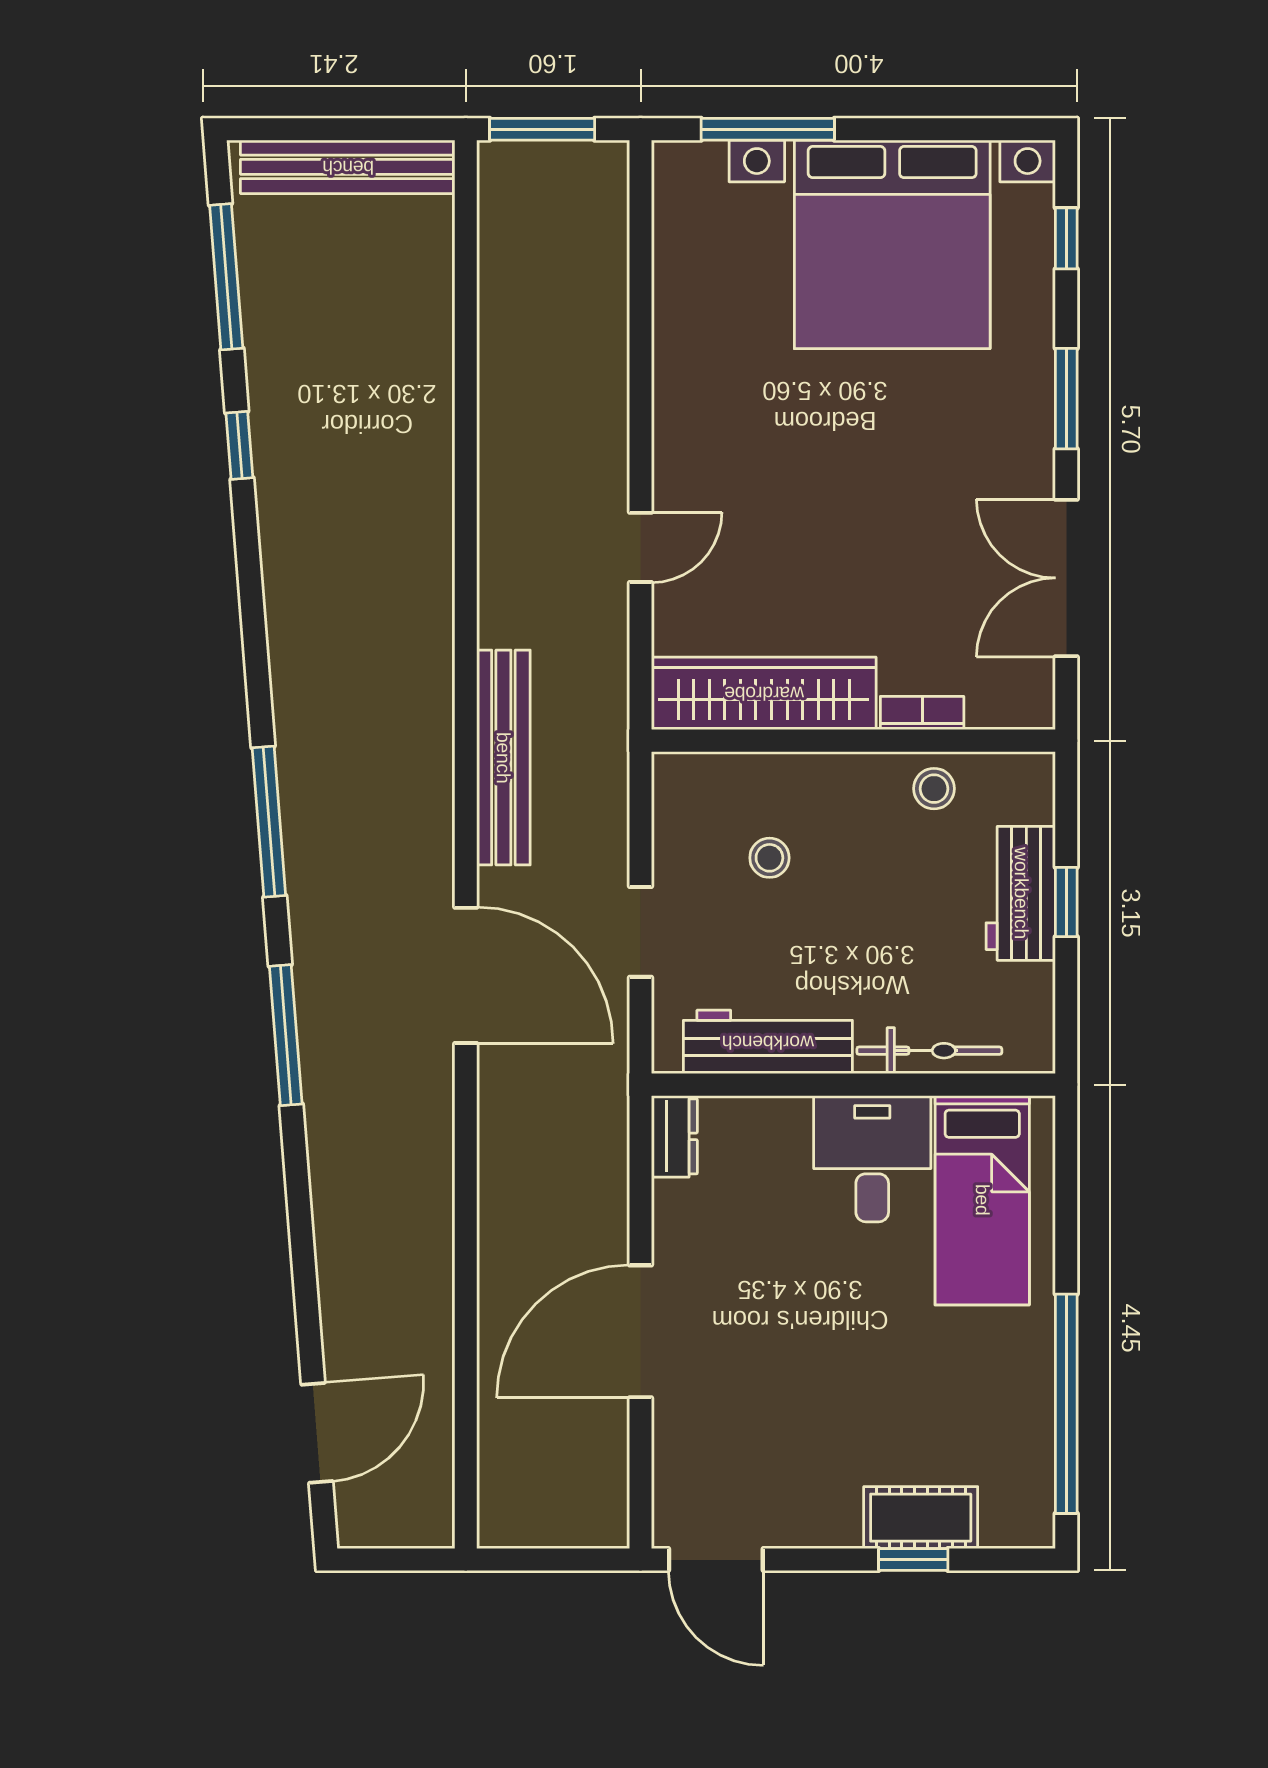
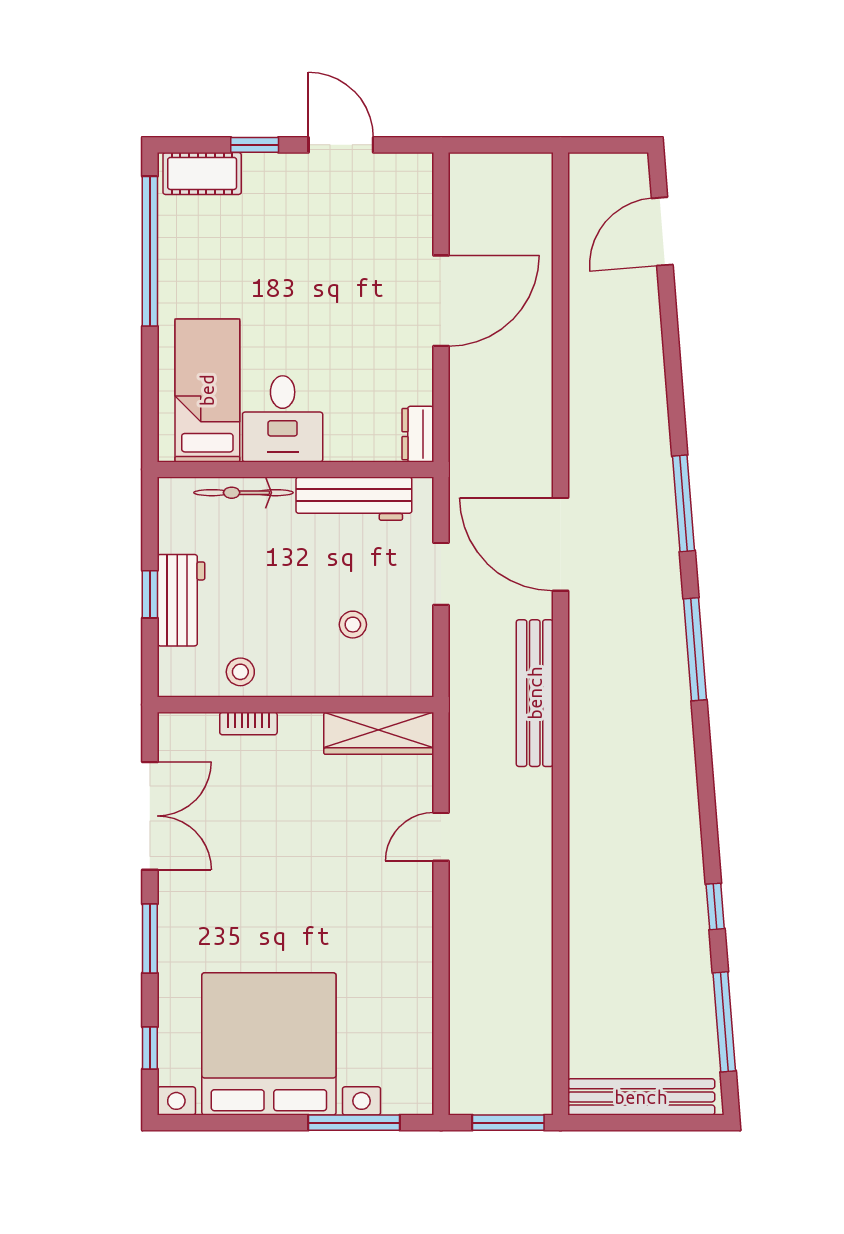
wardrobe: (764, 693) -> (379, 733), width x0.71, depth x0.85
cot: (921, 1518) -> (202, 173), moved
door: (716, 1560) -> (341, 145), moved

